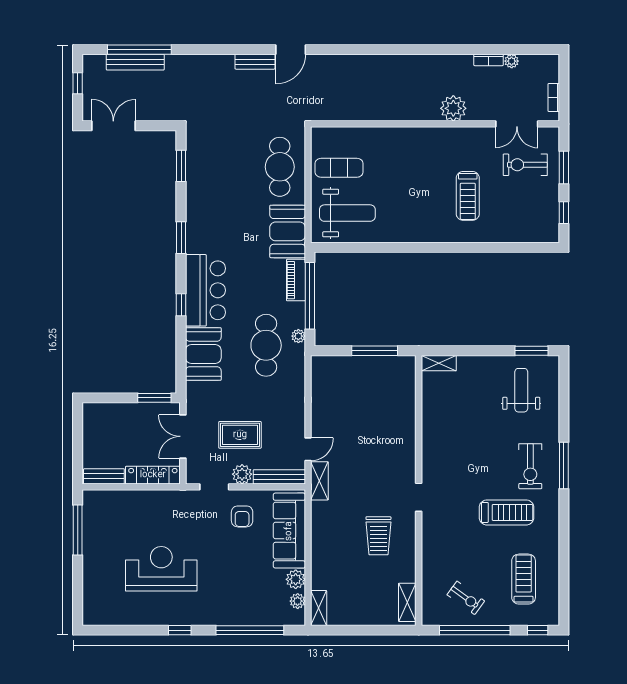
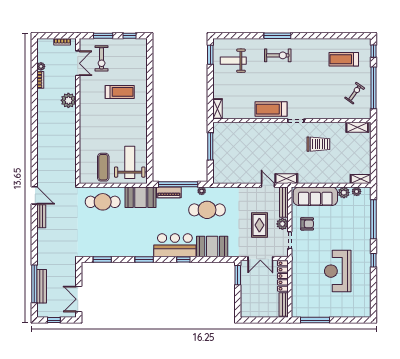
treadmill: (507, 512) -> (271, 109), moved, turned -90

